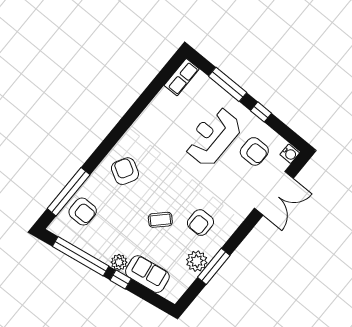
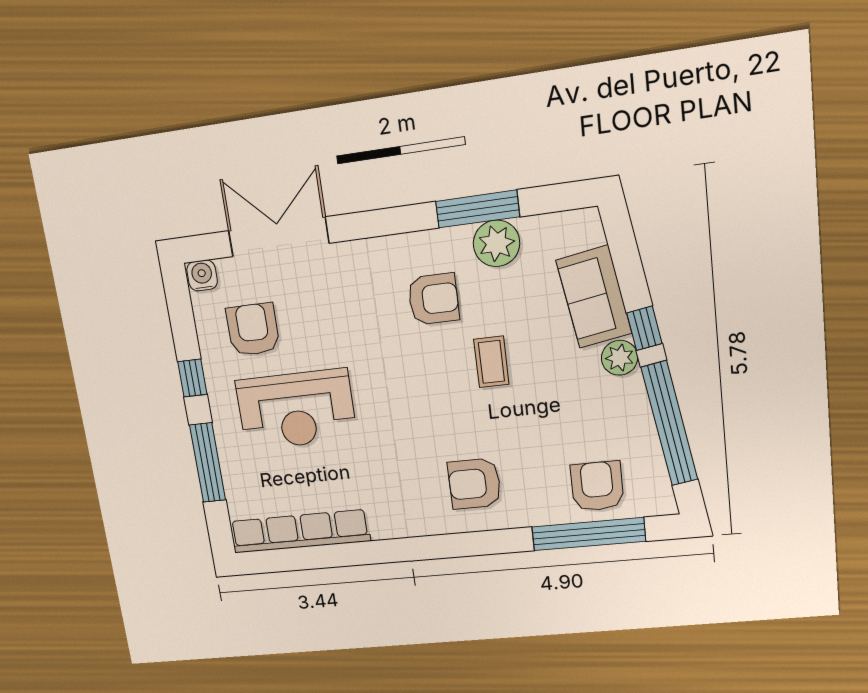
row of seats: (182, 77) -> (300, 531), width x2.02
armchair: (125, 171) -> (475, 484), turned 61
coffee table: (160, 220) -> (491, 362), turned 45

